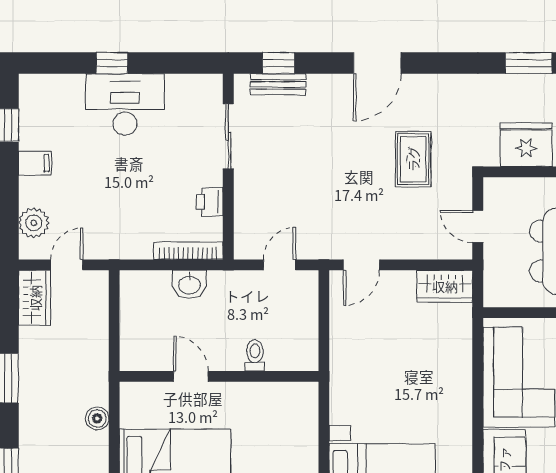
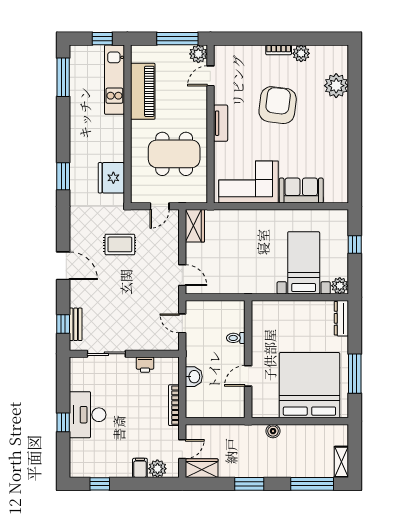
filing cabinet: (35, 163) -> (140, 468), moved
bookcase: (188, 251) -> (174, 405), moved
door: (67, 265) -> (182, 449), swing flipped

